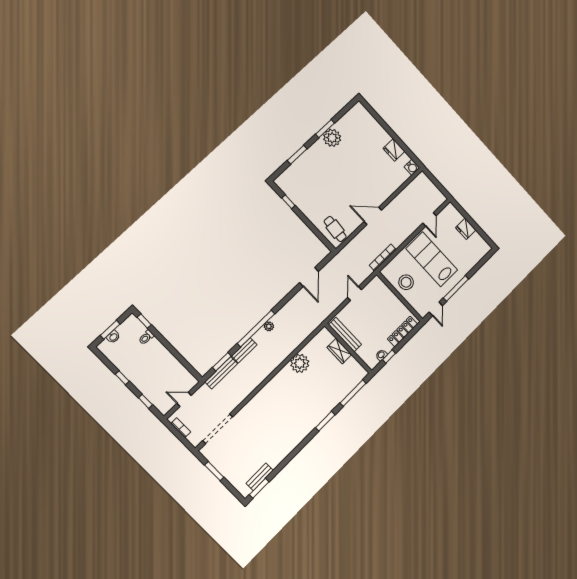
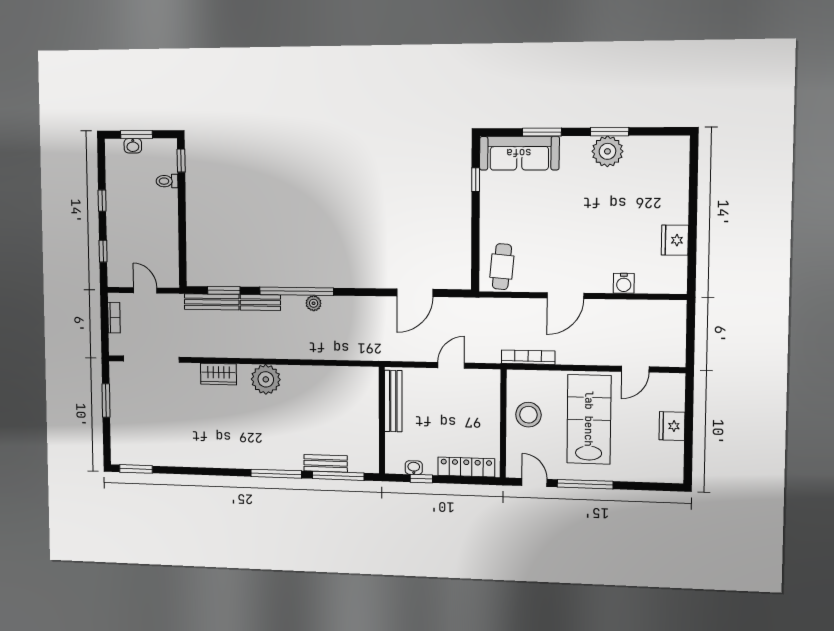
water cooler: (412, 167) -> (624, 283), moved
sofa: (296, 173) -> (519, 153), added
door: (373, 216) -> (565, 296), swing flipped
door: (436, 309) -> (534, 482), swing flipped
wardrobe: (339, 351) -> (218, 374), moved, turned -90
plant: (300, 363) -> (266, 379), moved
window: (325, 421) -> (276, 474), width x1.44
bench: (260, 477) -> (326, 463), moved

